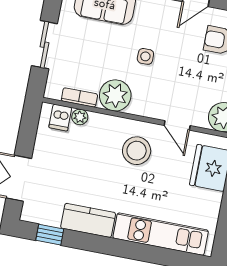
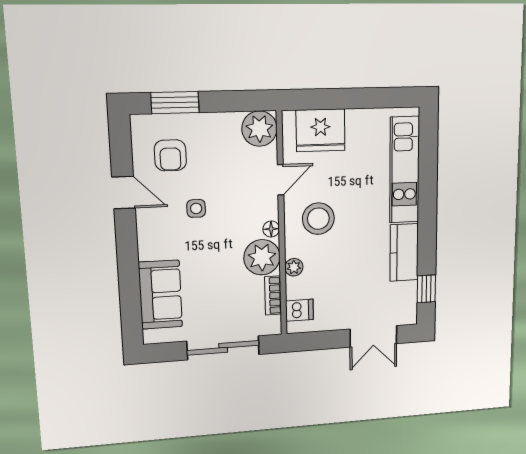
sliding door: (44, 45) -> (223, 348), width x1.37
side table: (145, 56) -> (196, 208), moved
floor lamp: (138, 109) -> (271, 229), added
plant: (80, 117) -> (294, 267), moved

